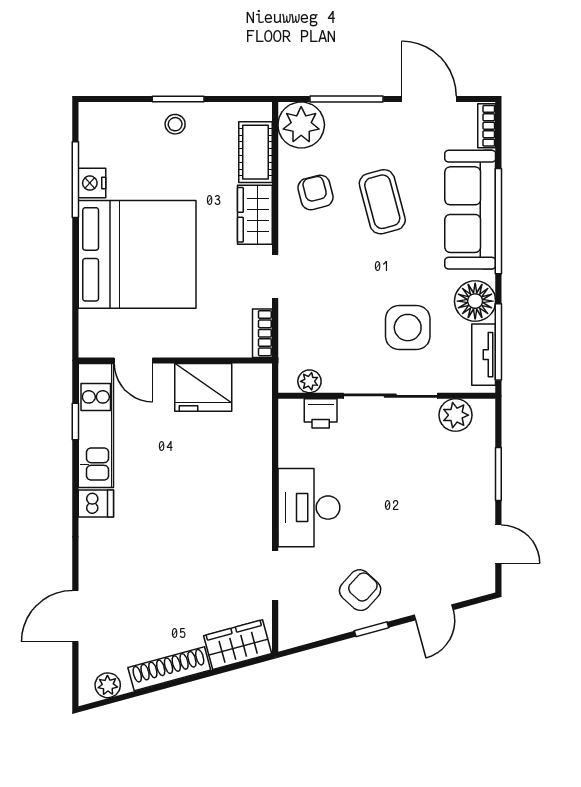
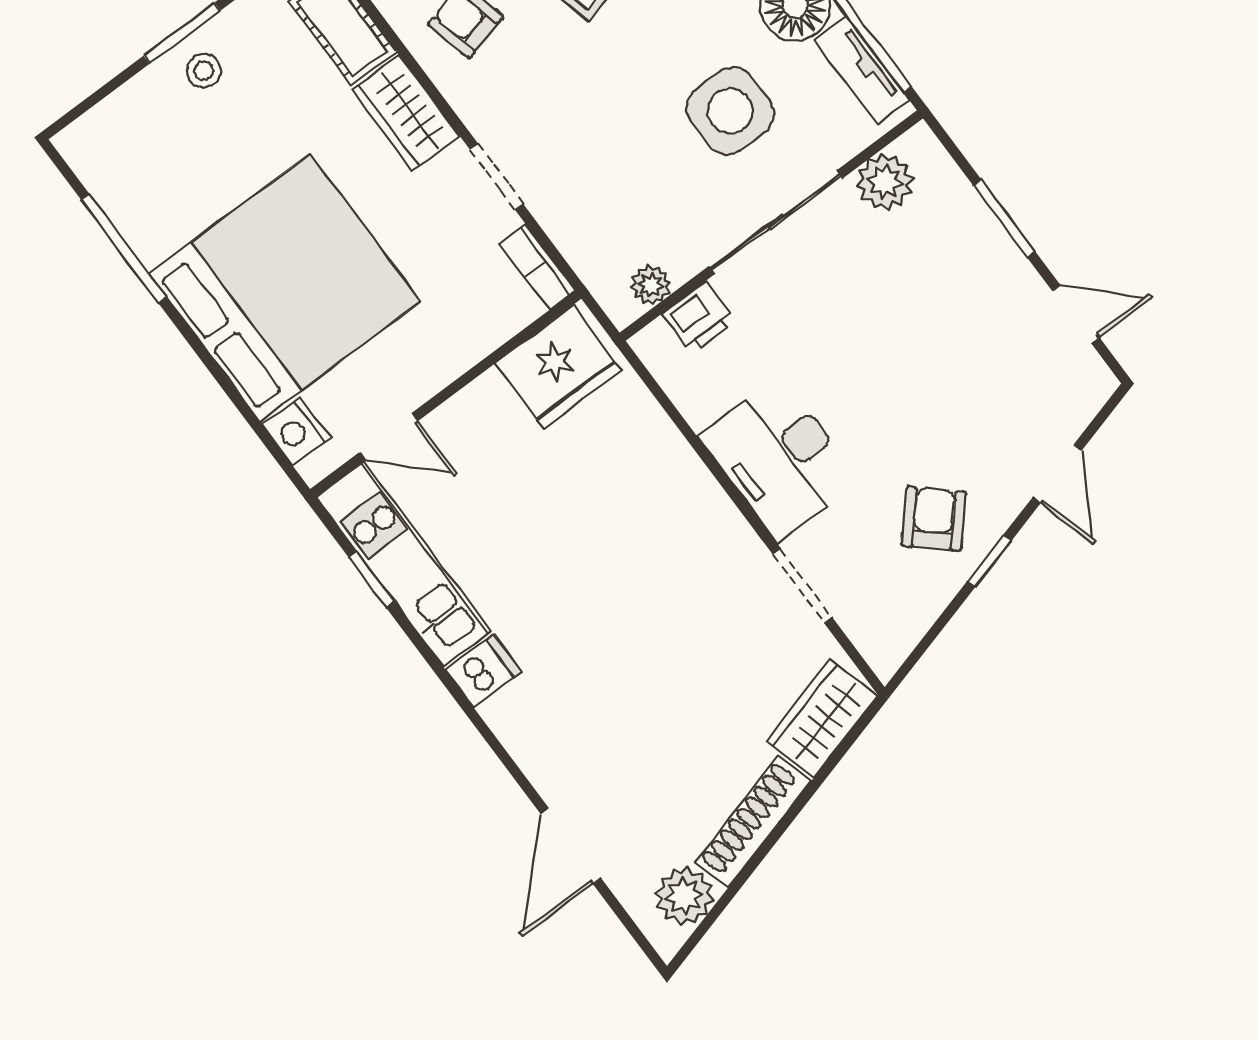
nightstand: (92, 183) -> (296, 431), moved
fridge: (203, 387) -> (558, 367), moved
plant: (108, 685) -> (684, 896), width x1.38, depth x1.38

